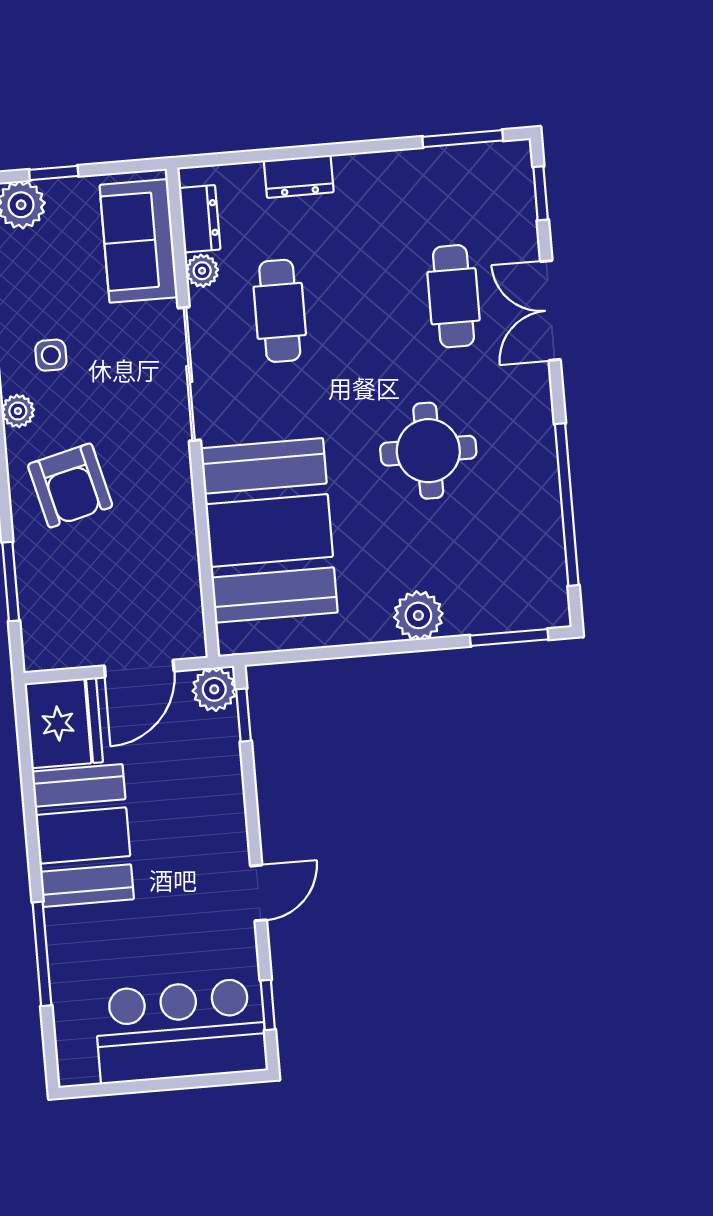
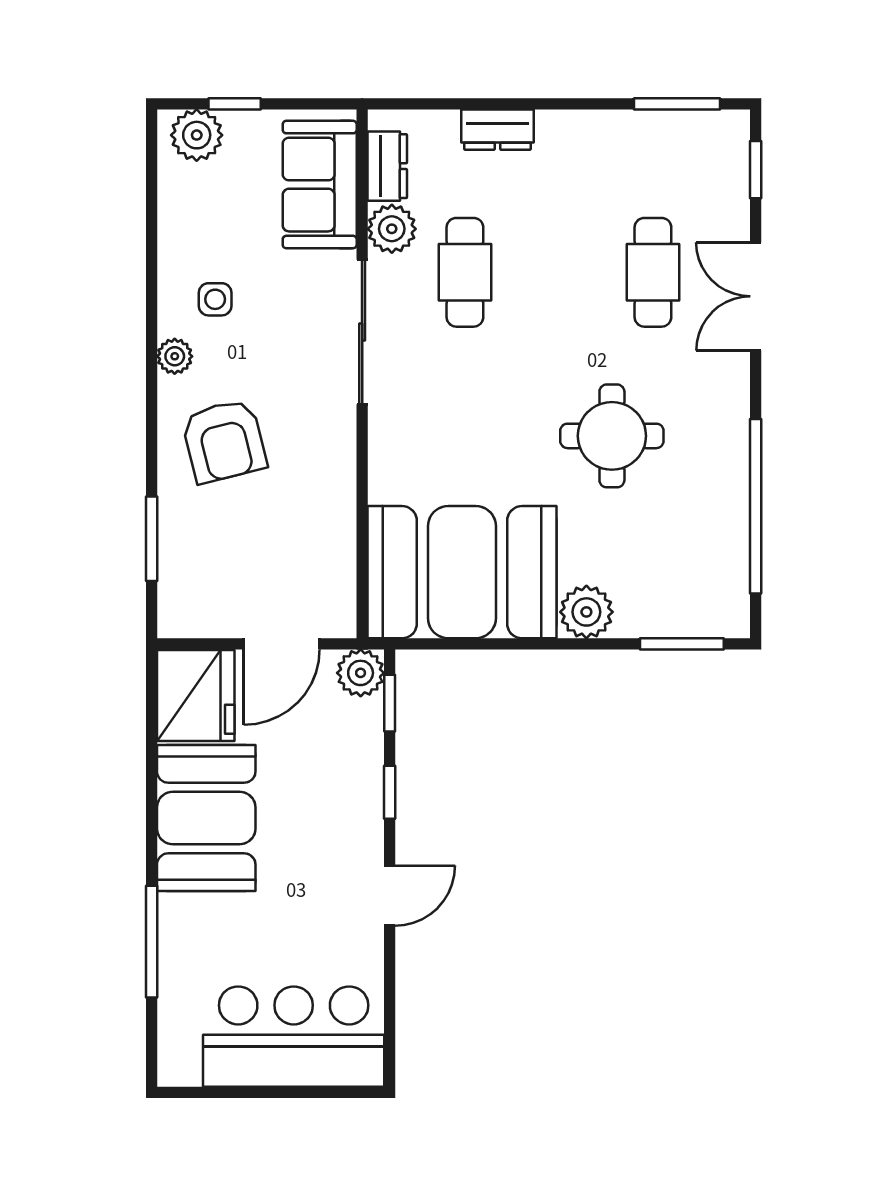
plant: (202, 271) -> (392, 229), width x1.38, depth x1.38
booth: (269, 530) -> (462, 572), moved, turned 90
window: (268, 1005) -> (390, 792), moved

